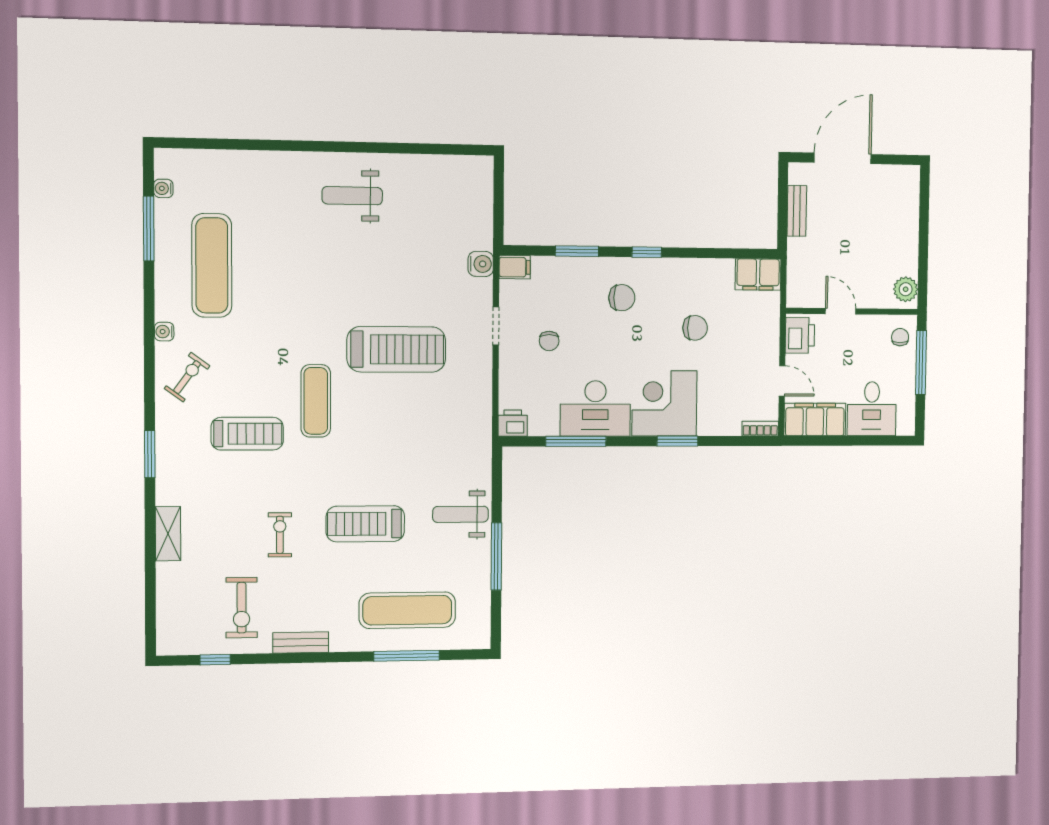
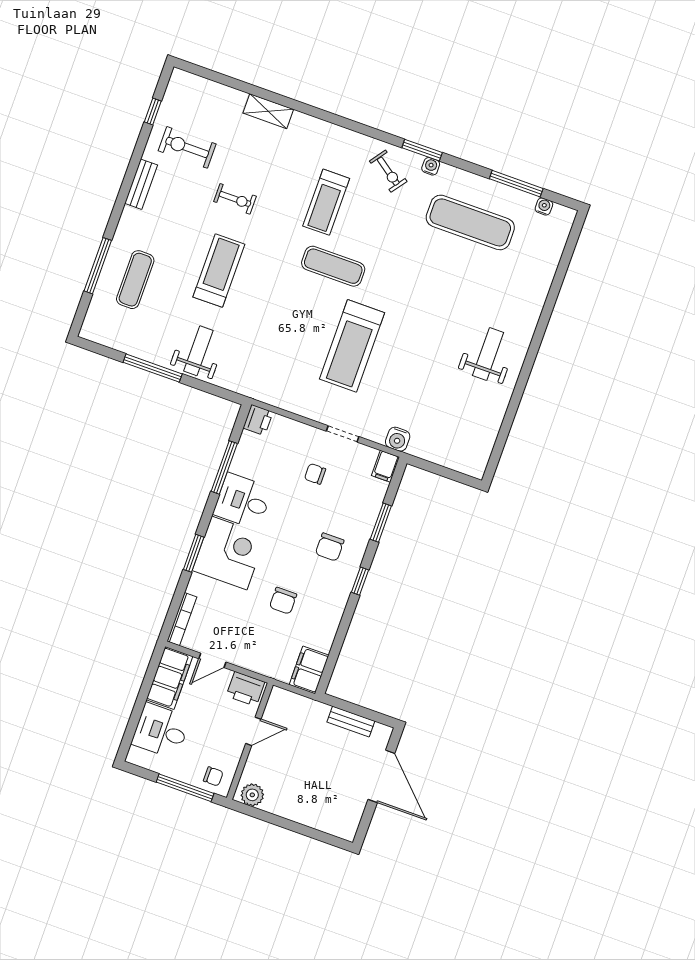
desk: (595, 408) -> (243, 501), width x0.73
bookcase: (760, 429) -> (182, 619), width x1.56
window: (150, 454) -> (422, 150), moved
exercise mat: (407, 610) -> (135, 280), width x0.73, depth x0.69

